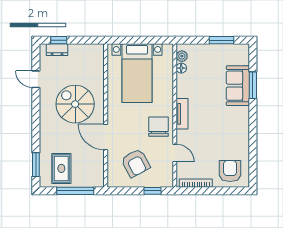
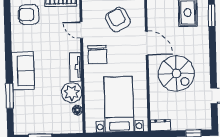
dresser: (57, 50) -> (160, 125), moved
plant: (182, 56) -> (72, 93), moved, width x1.87, depth x1.87
sofa: (238, 86) -> (23, 71), moved
armchair: (230, 171) -> (29, 15), turned 90

